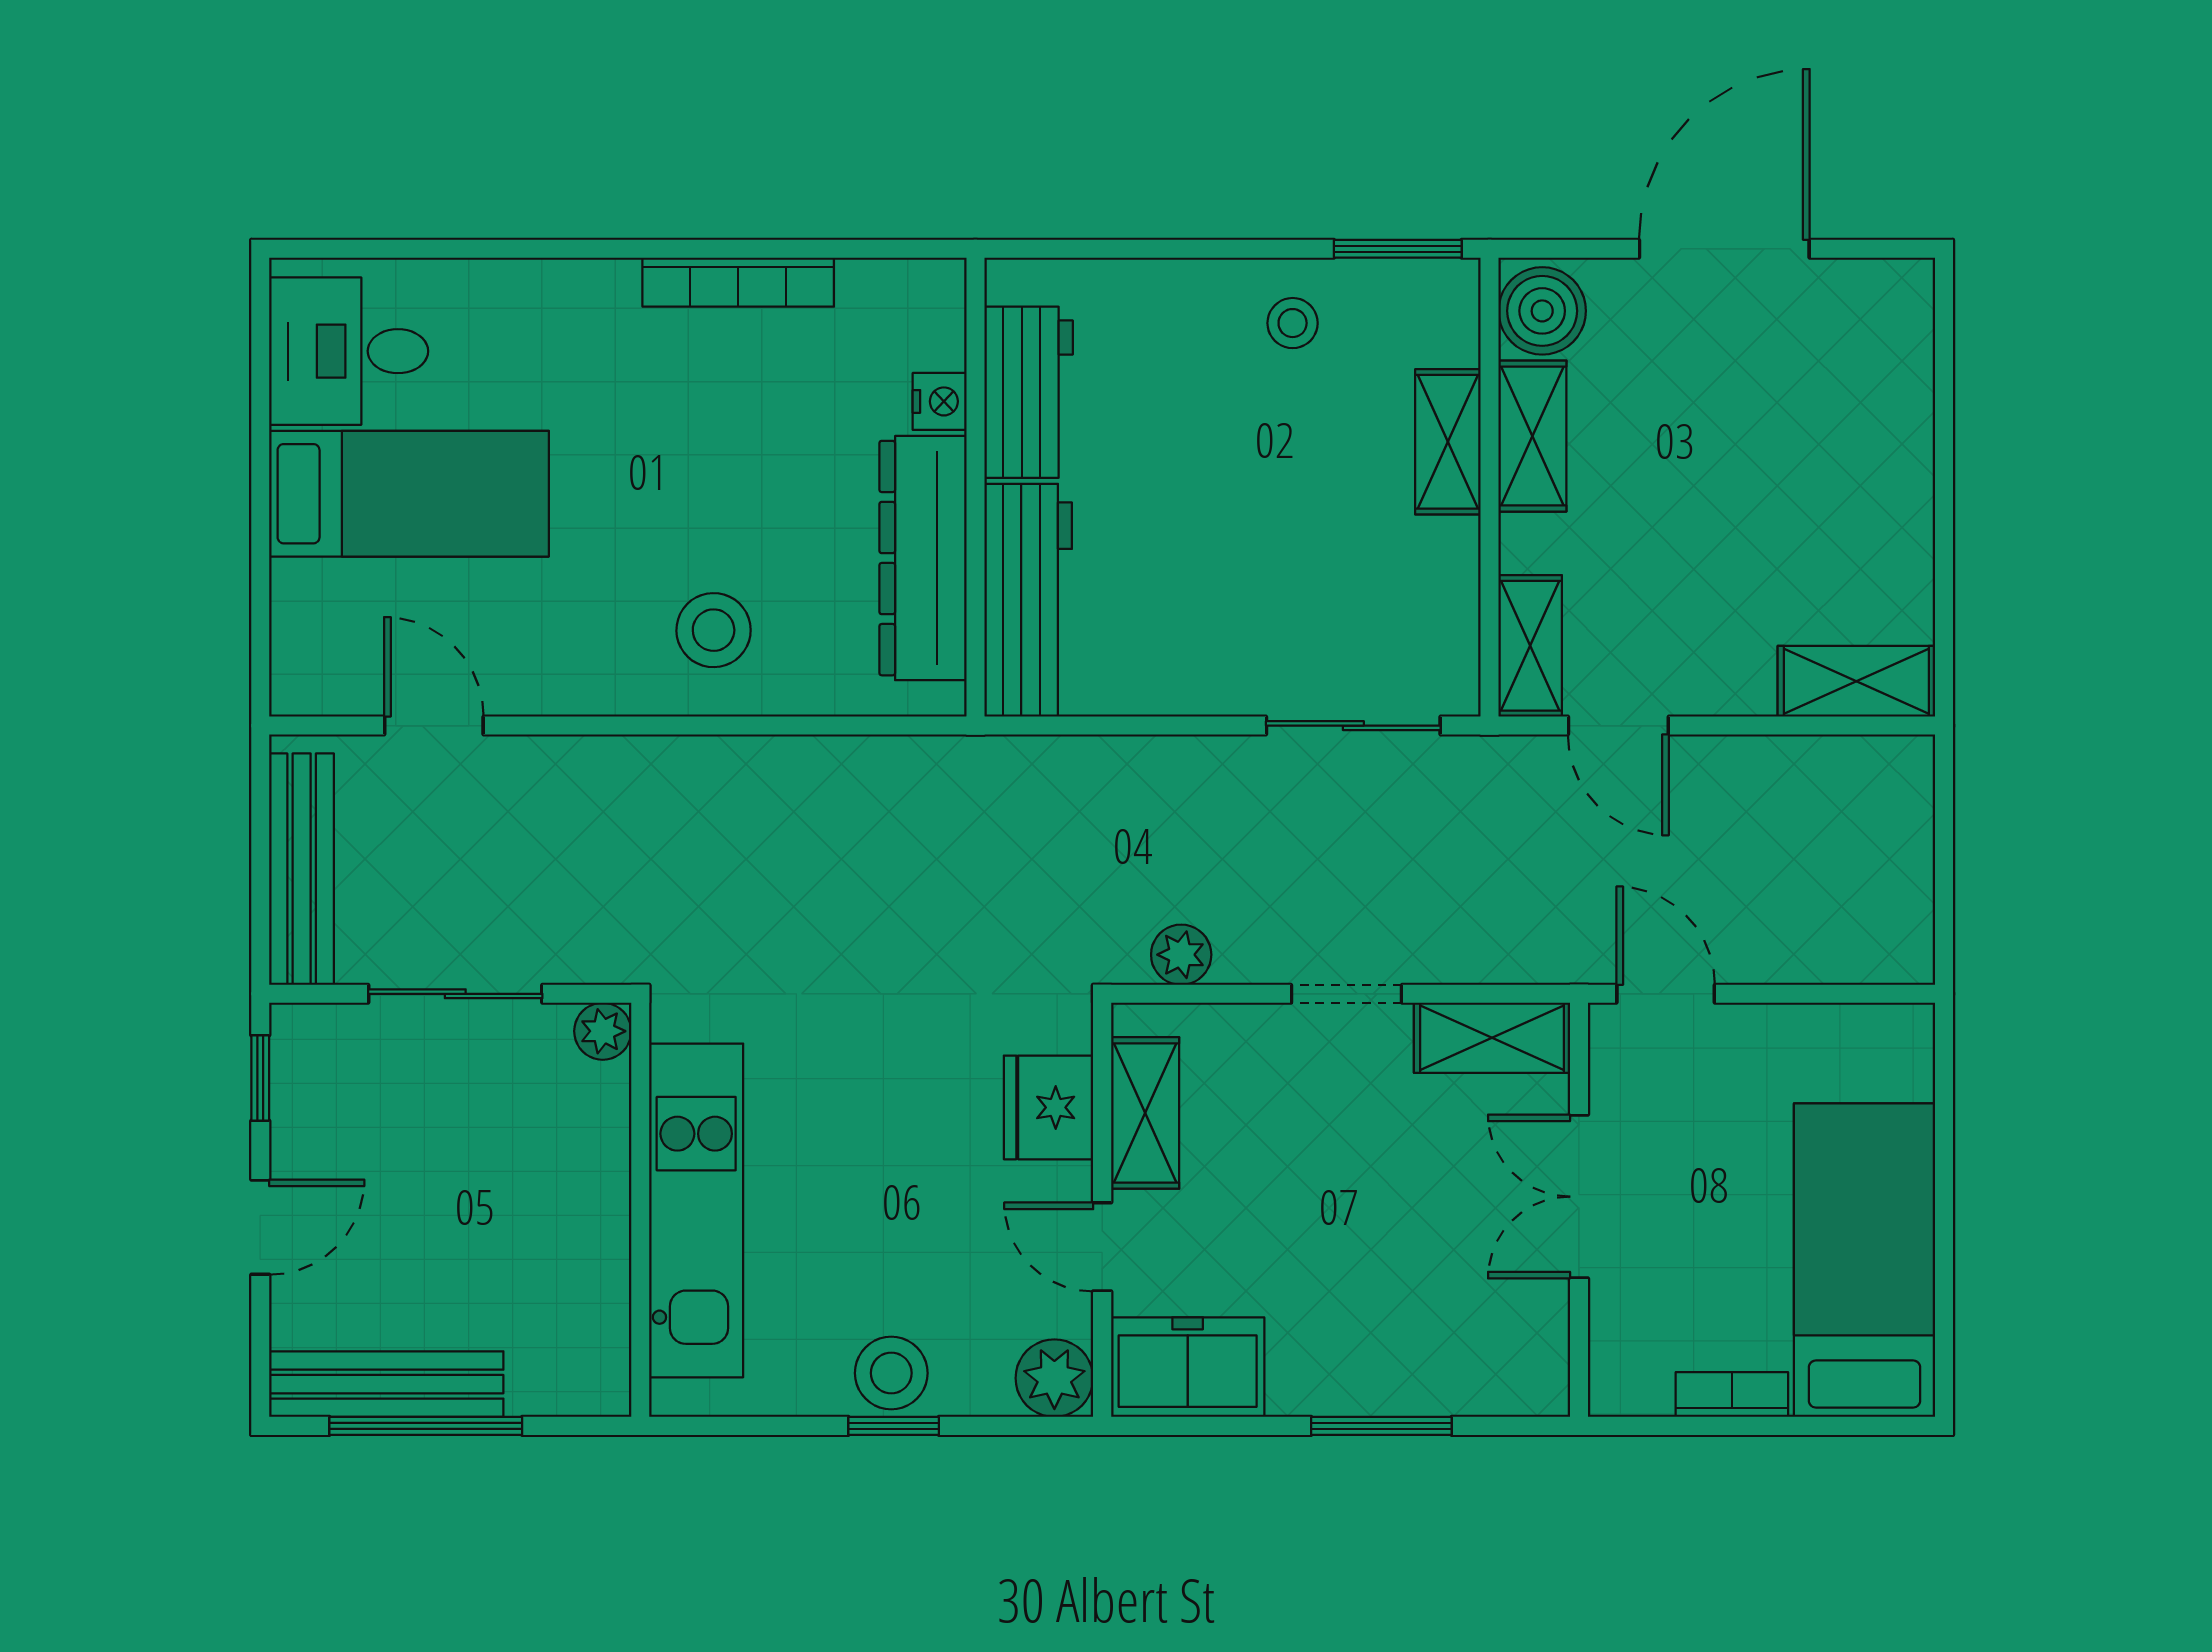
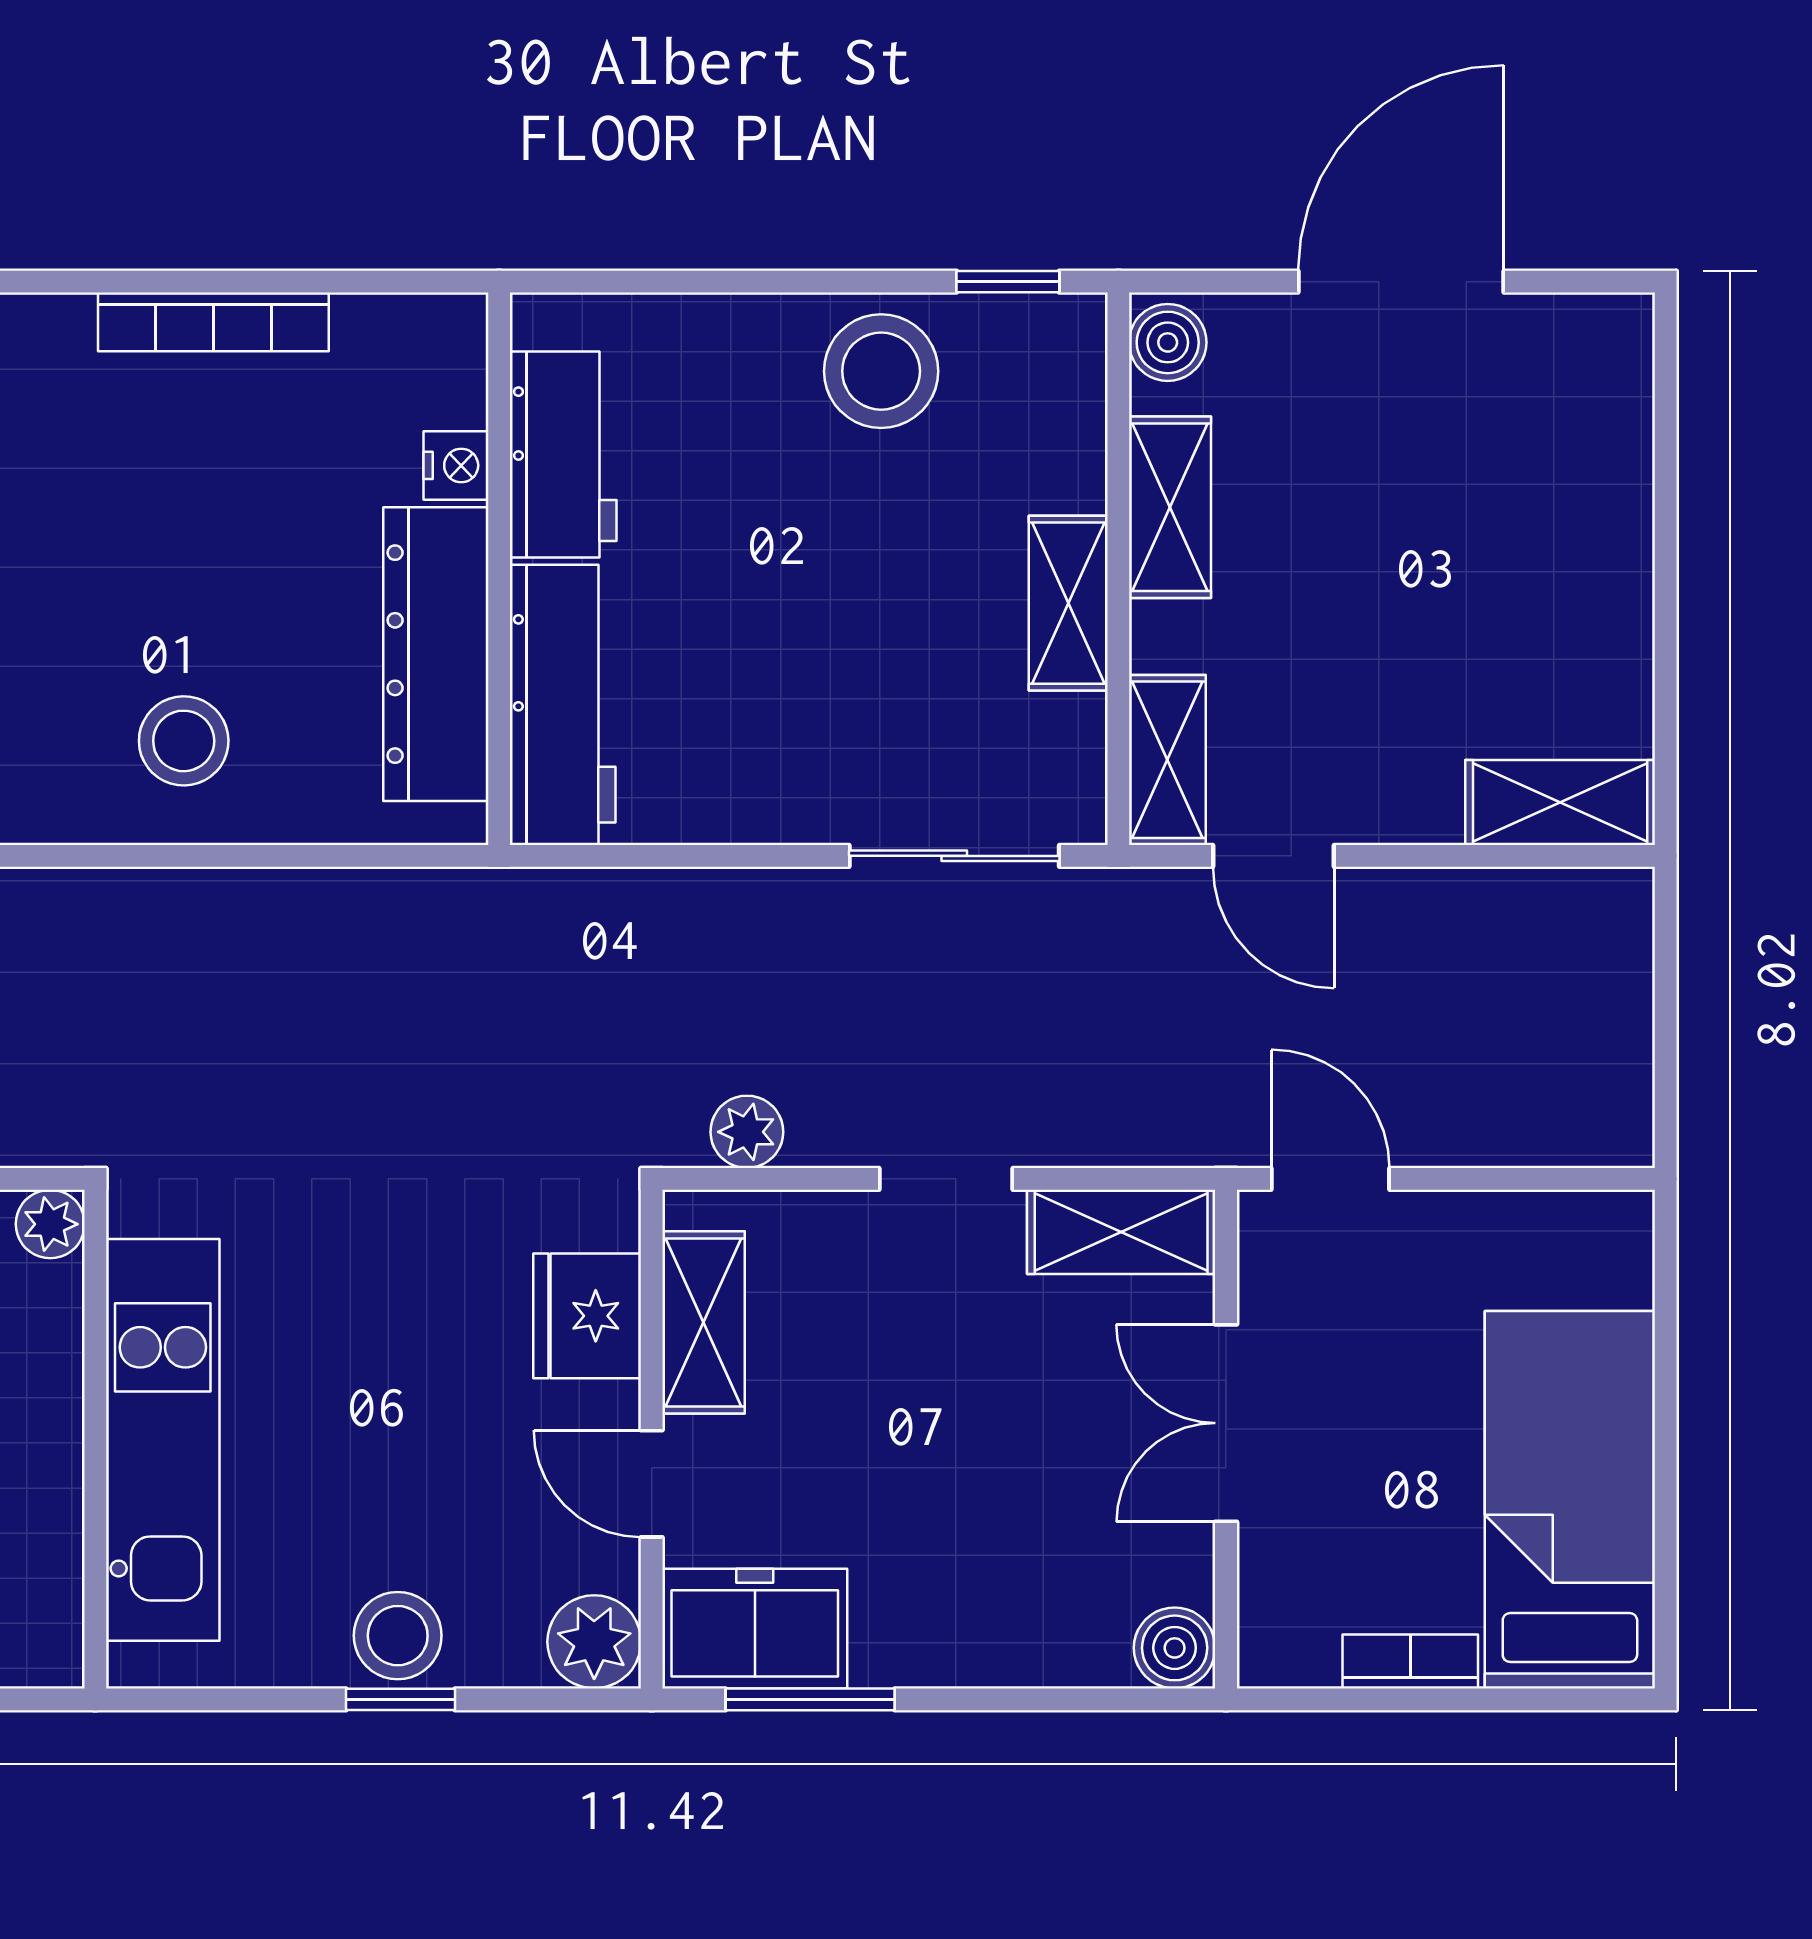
window: (1398, 249) -> (1008, 282), width x0.67
boiler: (1542, 311) -> (1168, 342), width x0.73, depth x0.73
stool: (1293, 323) -> (881, 371), width x1.89, depth x1.89
shelving: (1448, 442) -> (1068, 603), moved
boiler: (1536, 1383) -> (1175, 1648), added
window: (1381, 1426) -> (810, 1699), moved

